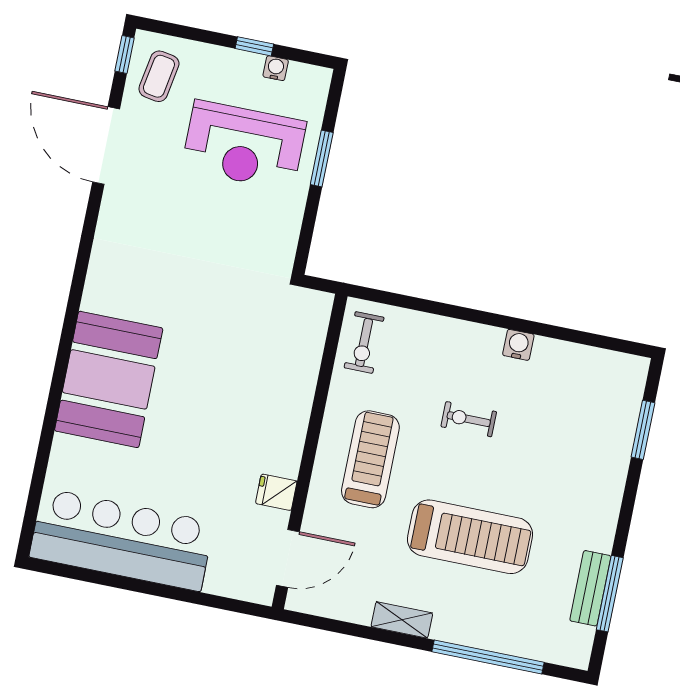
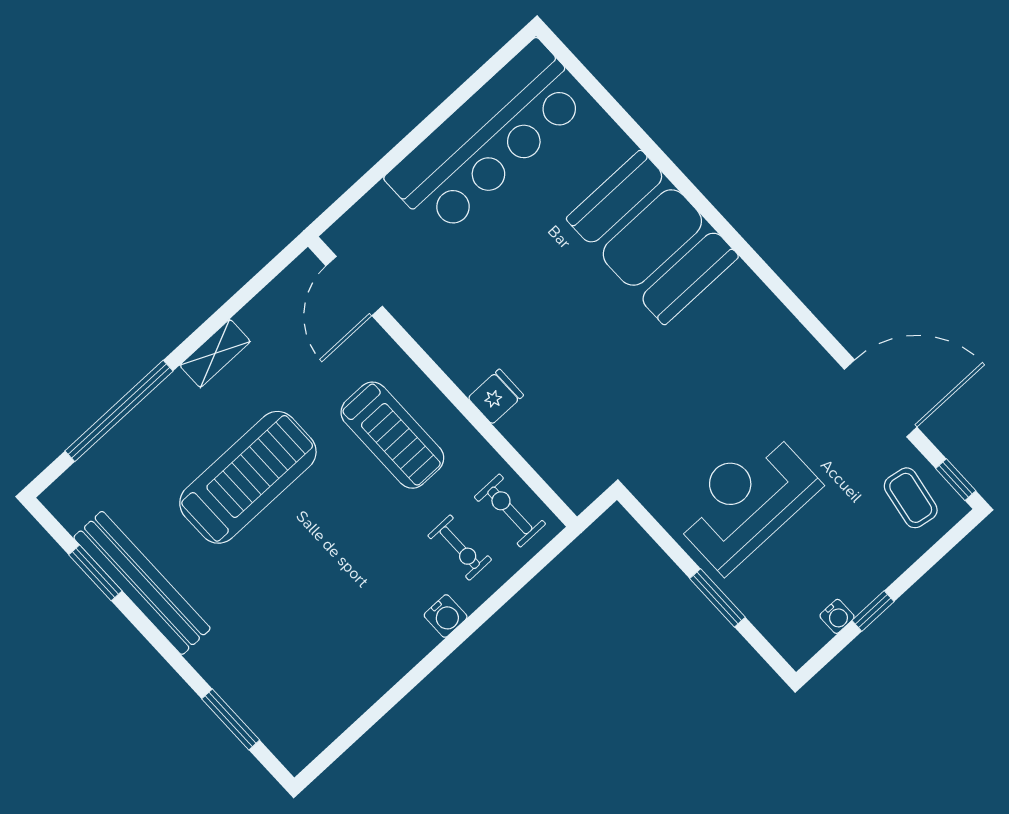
reception desk: (244, 145) -> (745, 500), moved
water cooler: (518, 345) -> (446, 616), moved
exercise bike: (469, 419) -> (460, 548), moved, turned 90
fridge: (276, 492) -> (496, 396), moved
treadmill: (470, 537) -> (248, 477), turned 180
bench: (590, 588) -> (142, 583), width x1.86, depth x1.21
window: (610, 594) -> (95, 573), width x0.69

